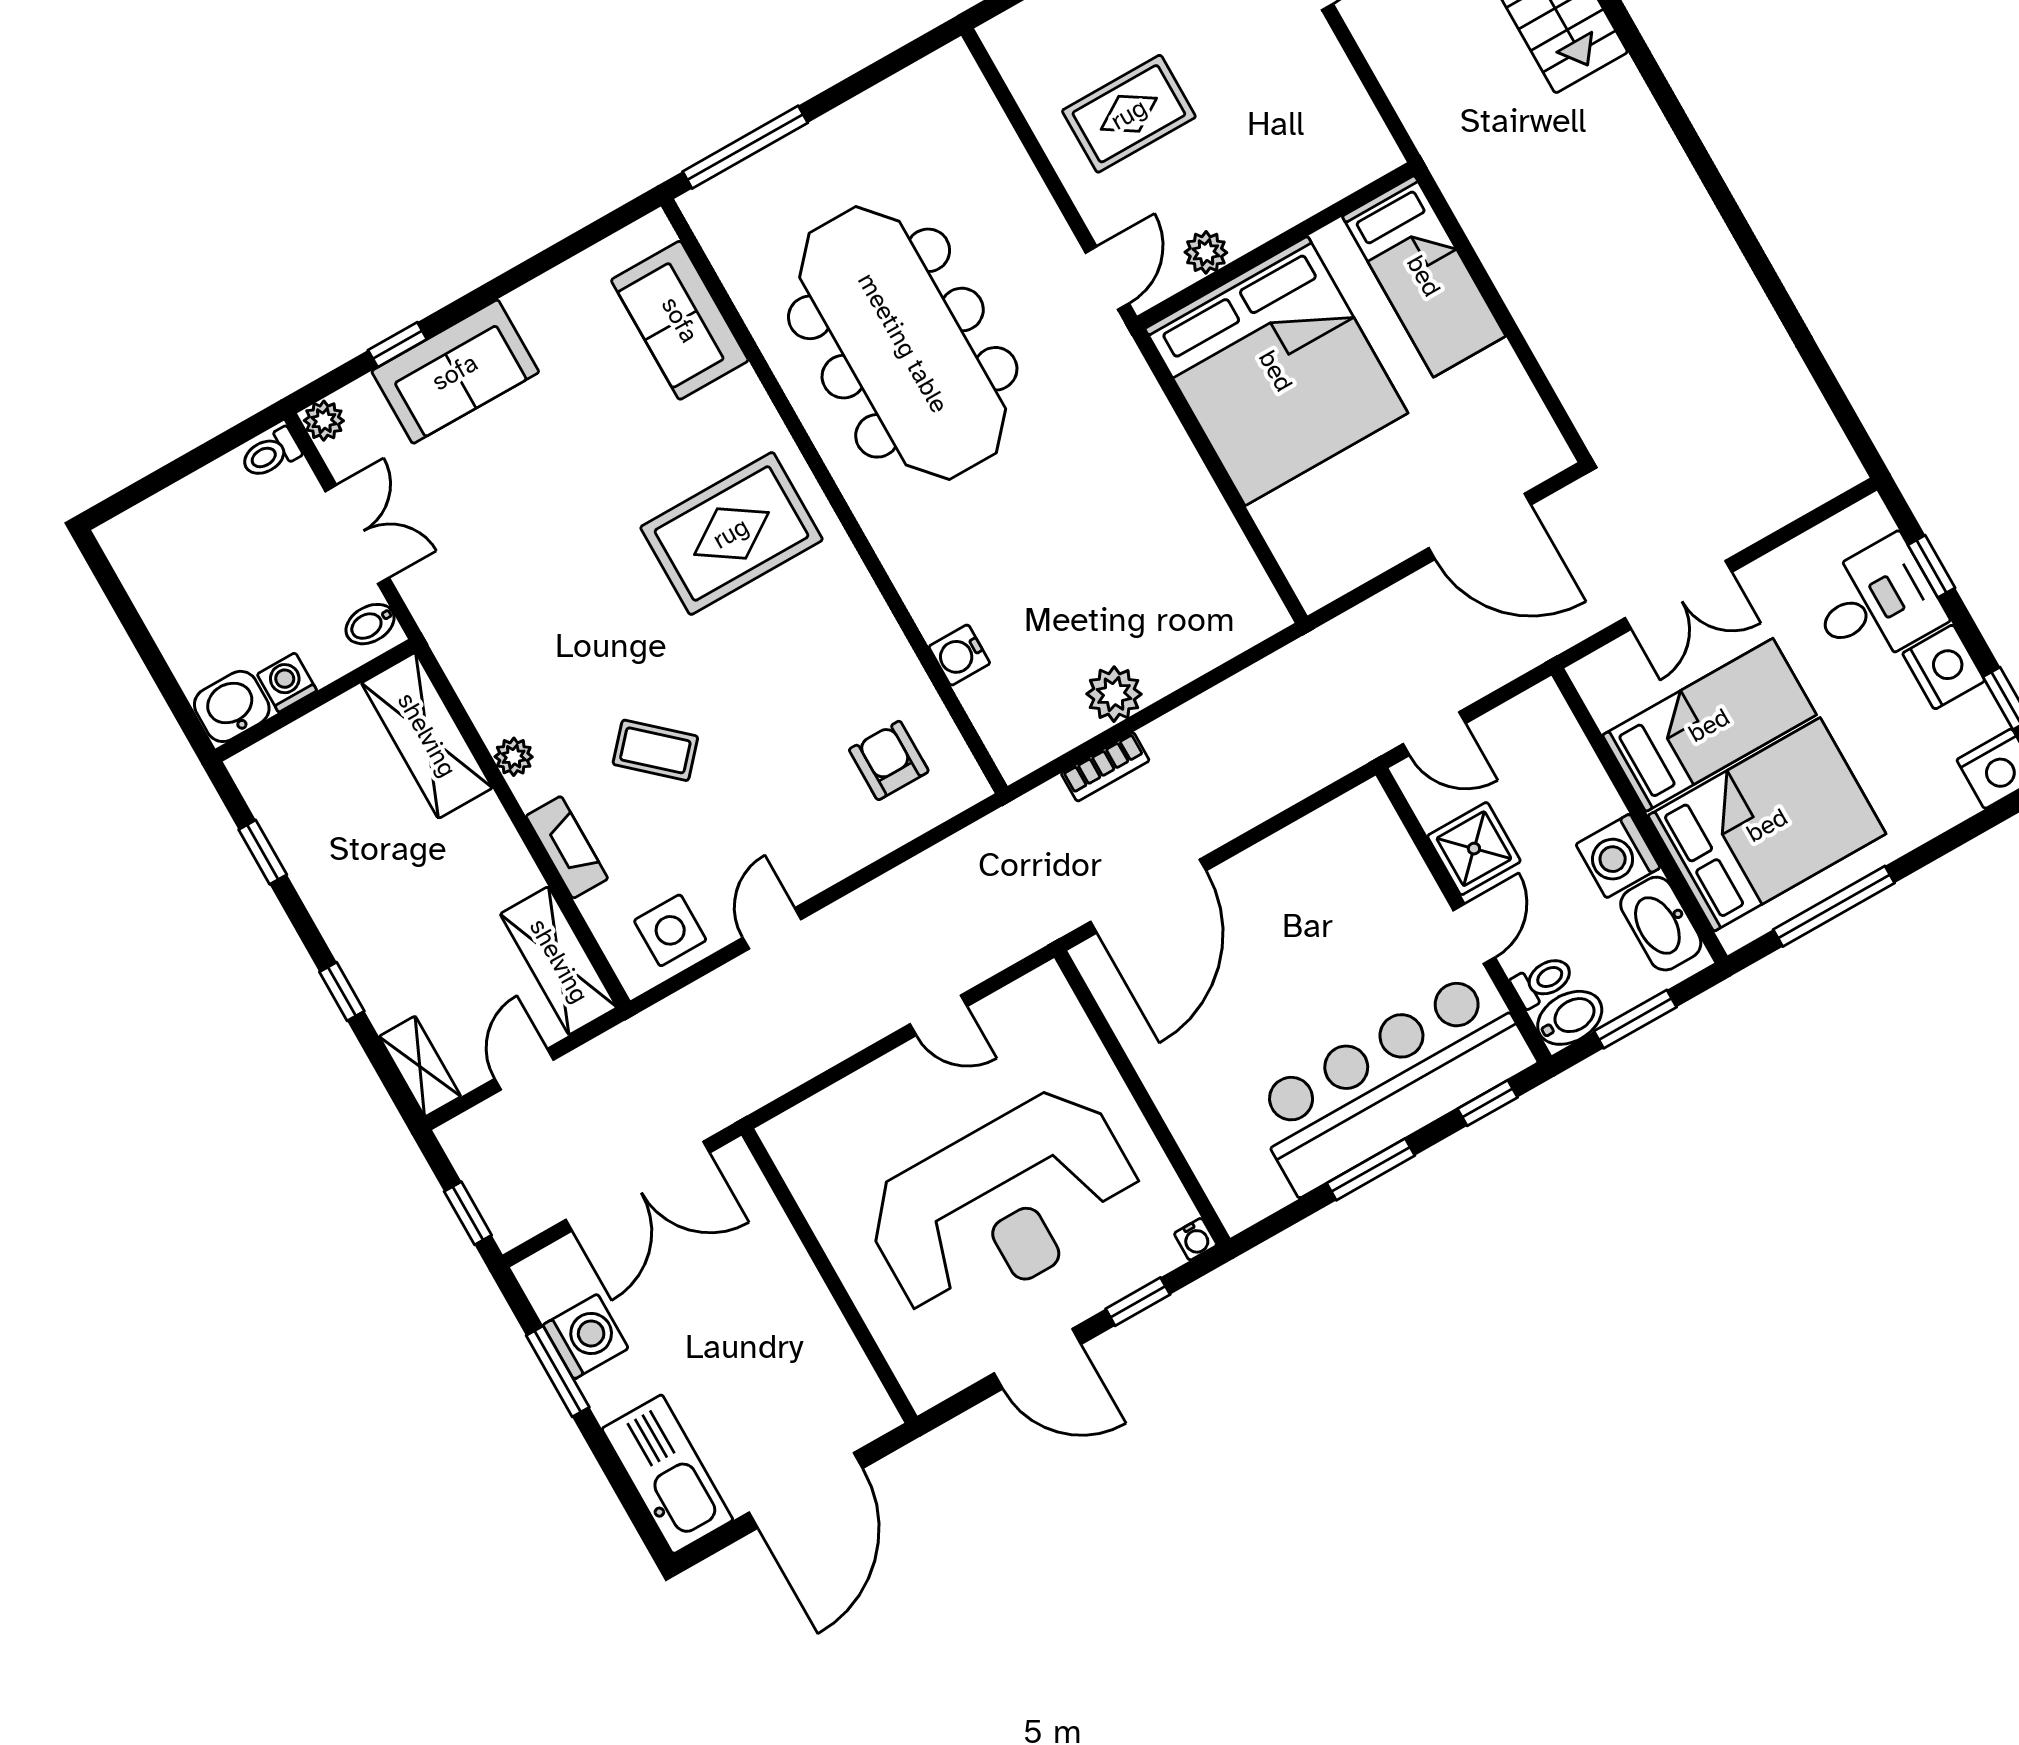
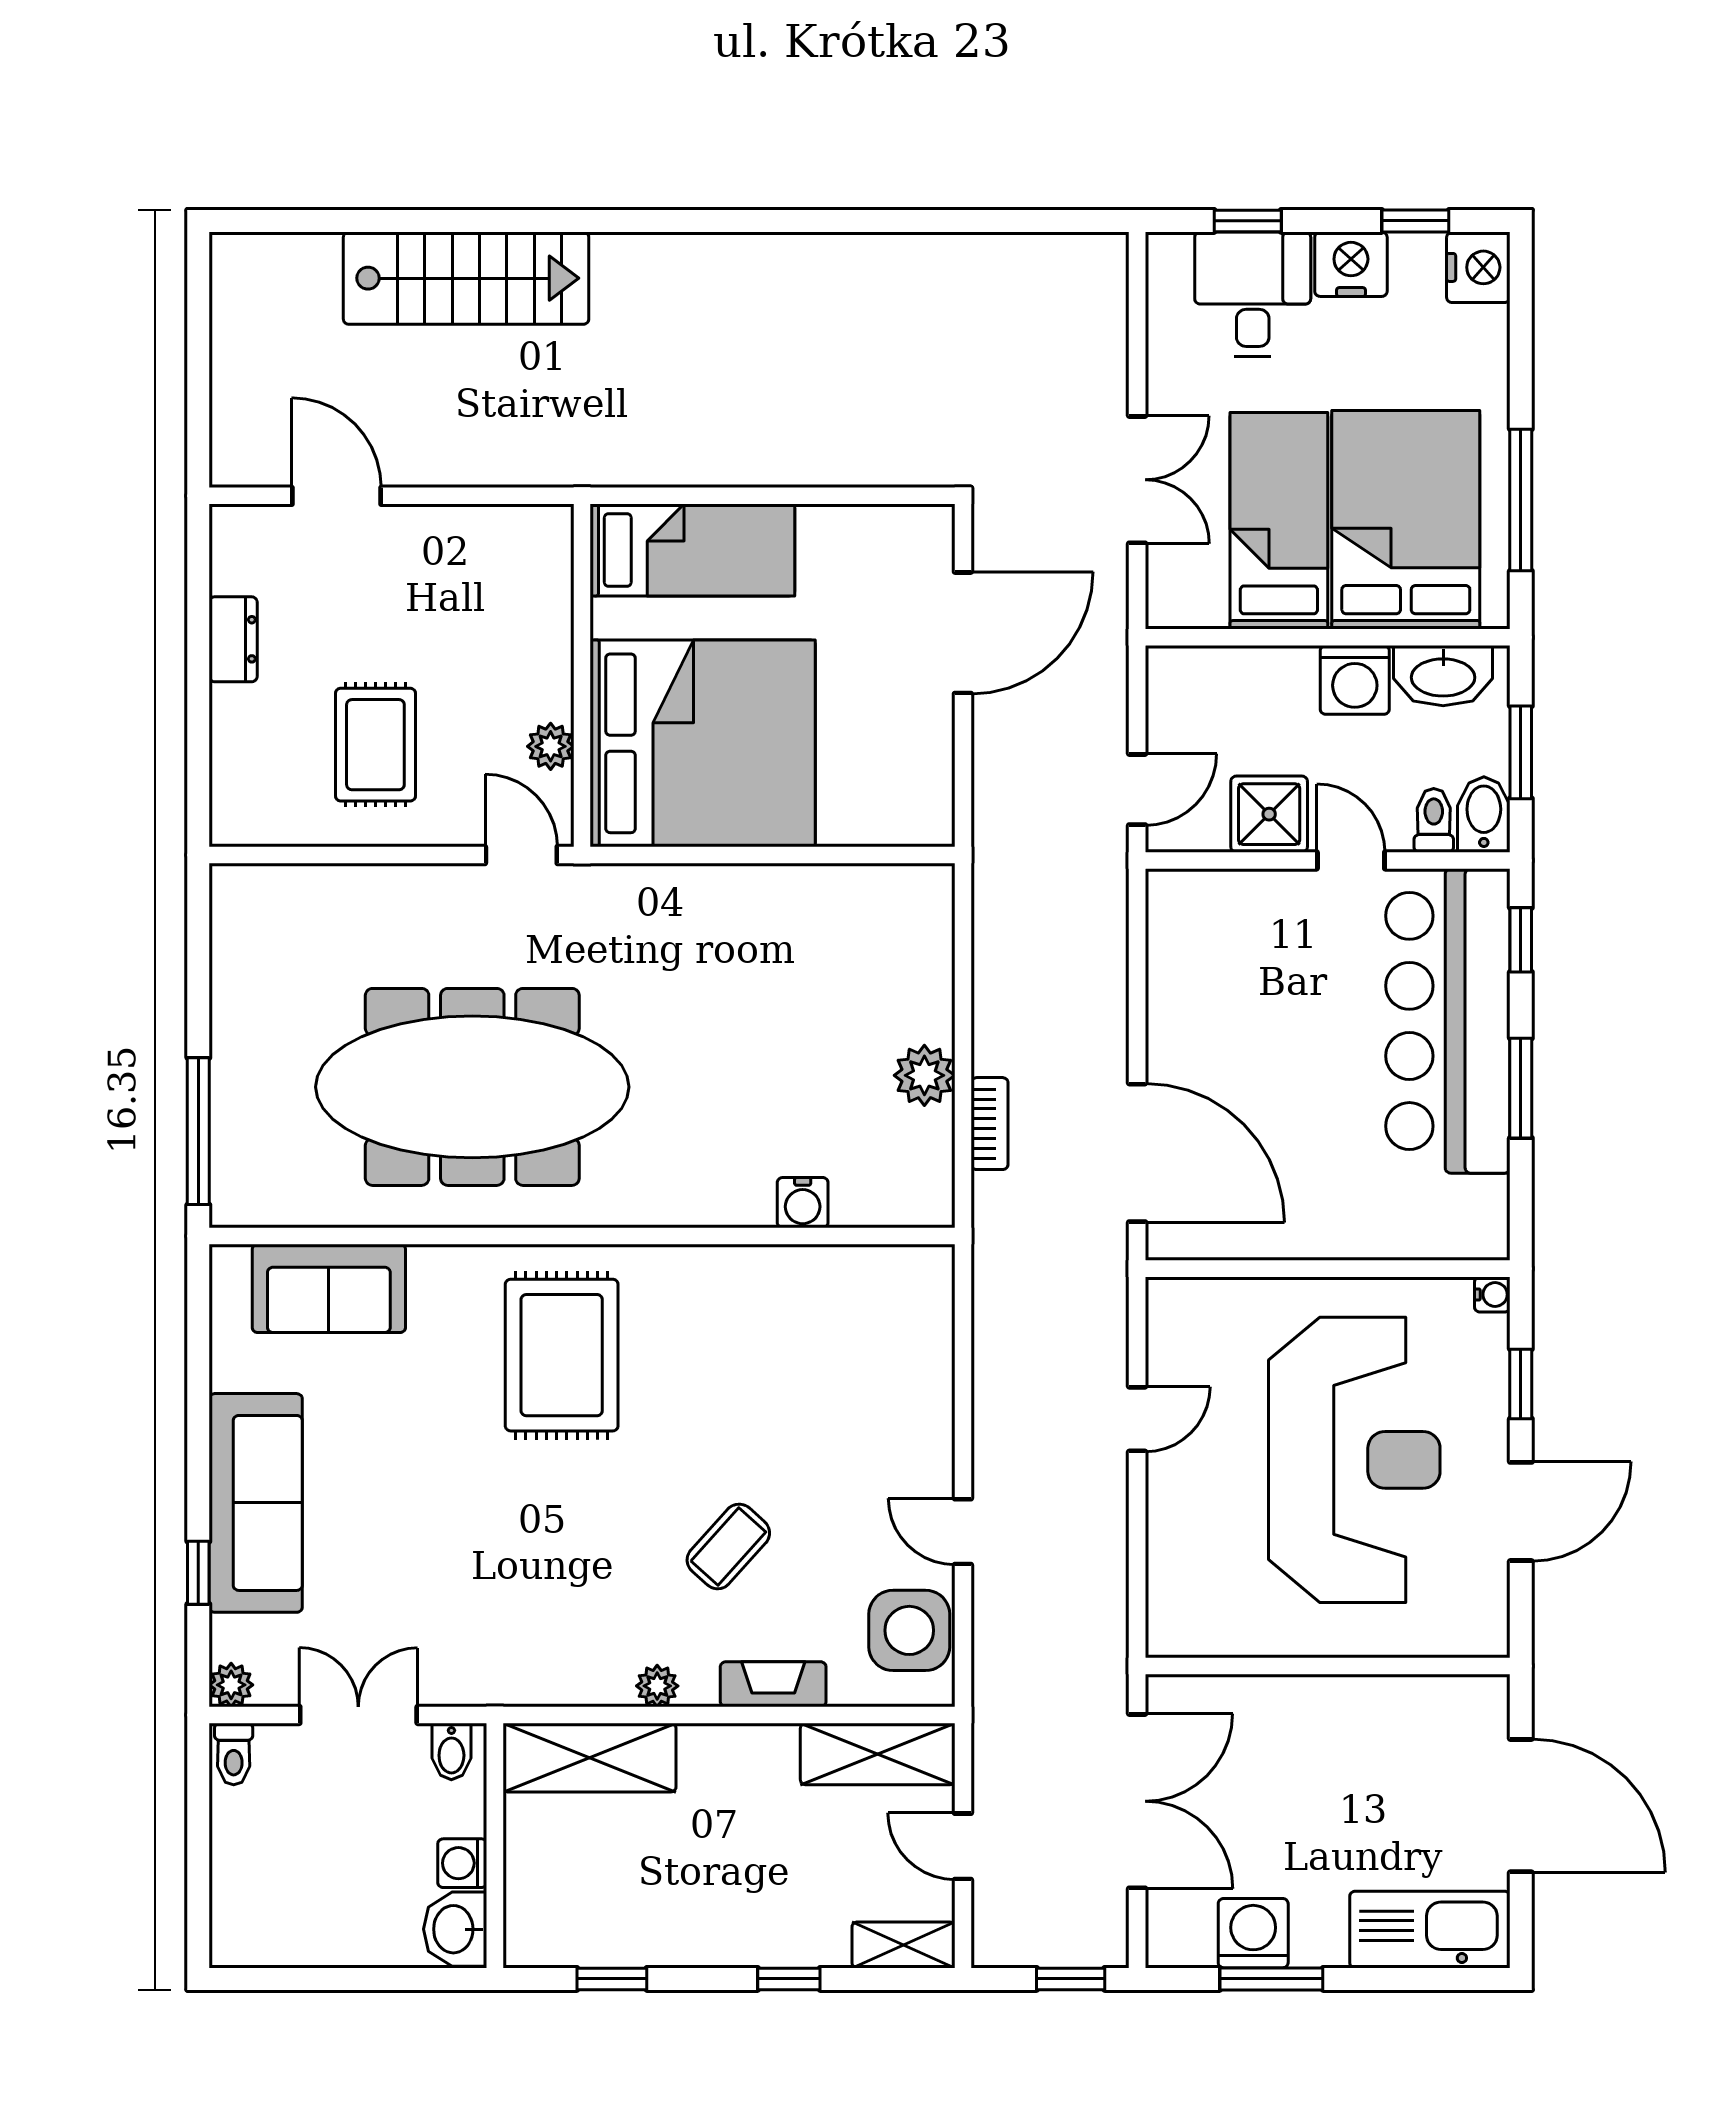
sofa: (455, 372) -> (256, 1503), width x1.36
armchair: (889, 760) -> (865, 1328), removed
side table: (670, 930) -> (909, 1630), width x1.37, depth x1.37

